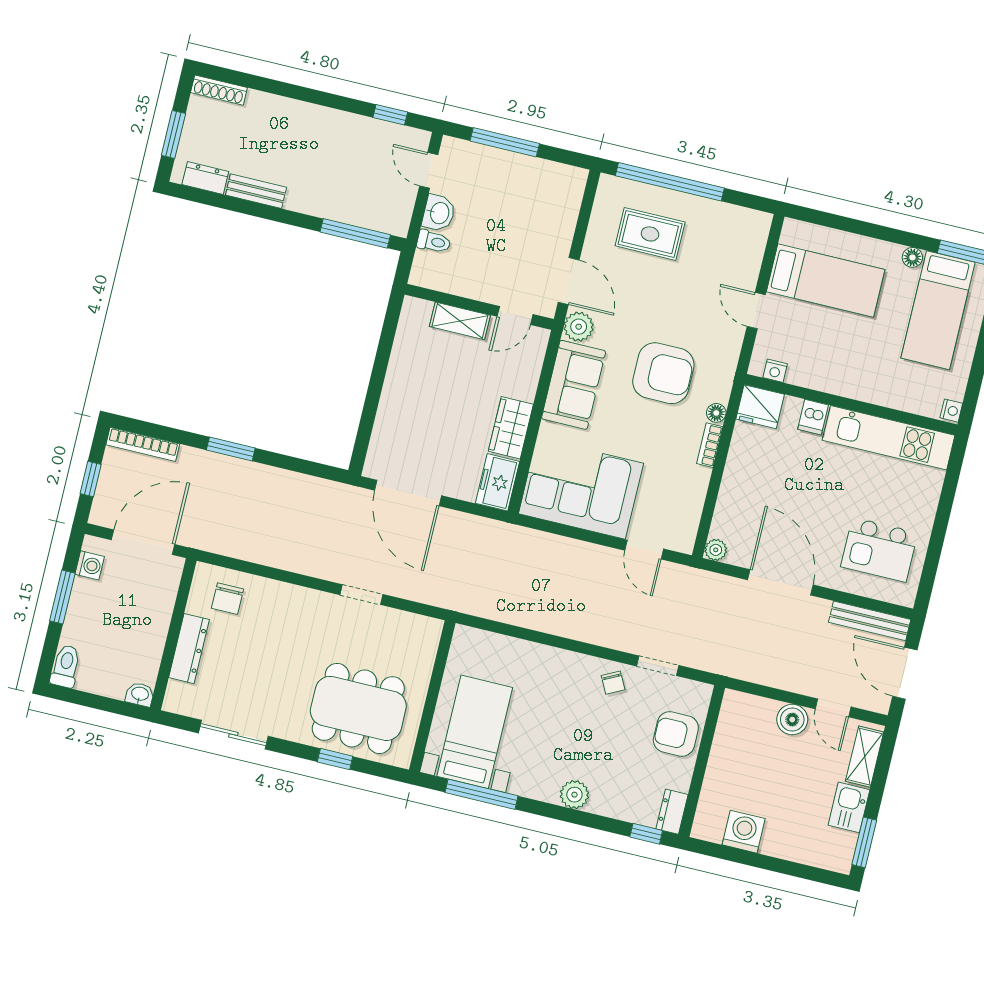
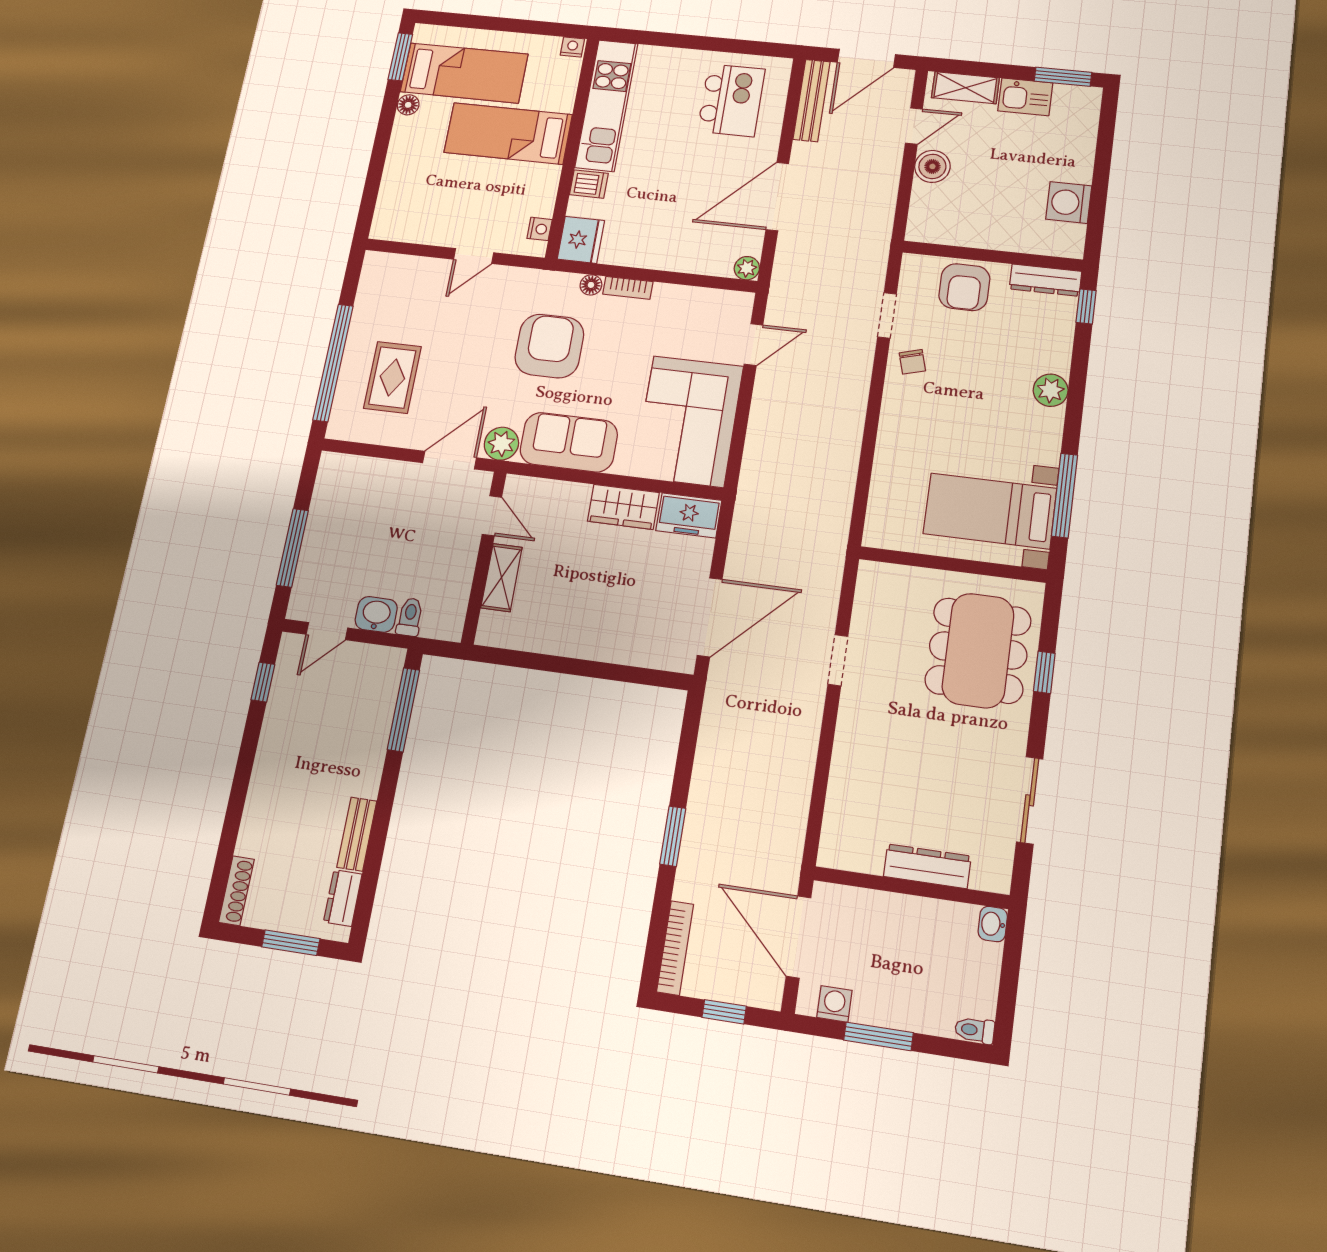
bed: (826, 281) -> (508, 133), moved, turned -90
chair: (227, 599) -> (859, 823), removed
toilet: (66, 666) -> (975, 1030), width x0.73, depth x0.72
chair: (613, 683) -> (912, 362), turned 101
dresser: (672, 812) -> (1045, 280), width x1.44

